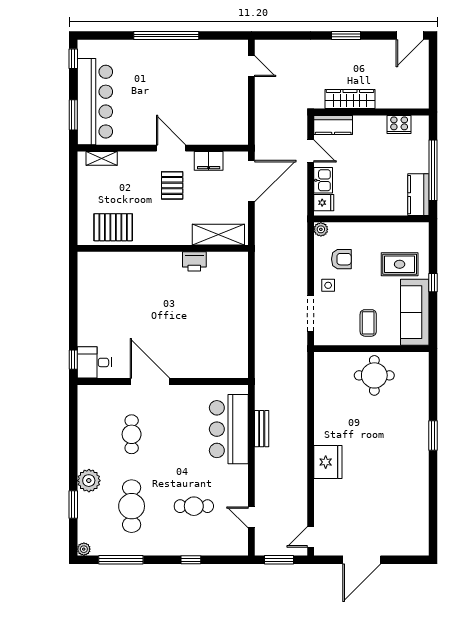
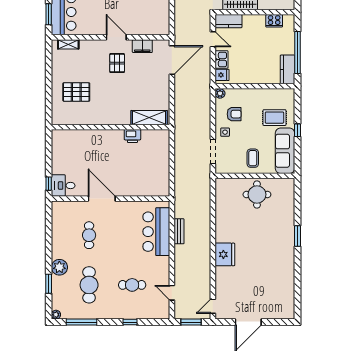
shelving: (218, 235) -> (149, 118), moved
wall: (163, 248) -> (111, 127), moved
printer: (194, 261) -> (132, 136), moved

